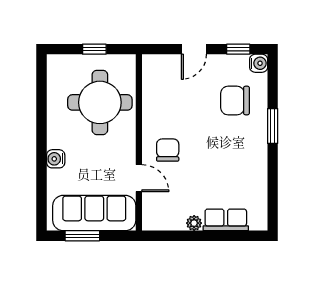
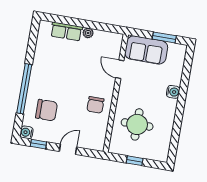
round table: (100, 102) -> (137, 124), width x0.73, depth x0.73
window: (273, 126) -> (24, 89), width x2.11
chair: (168, 150) -> (95, 105), moved
sofa: (94, 213) -> (146, 50), width x0.73

